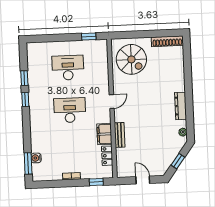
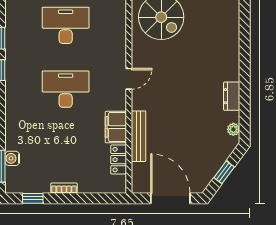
dresser: (181, 106) -> (232, 96), width x0.70
bench: (120, 135) -> (139, 136), width x1.36
door: (143, 180) -> (170, 198), width x1.88
window: (96, 182) -> (33, 198), moved

